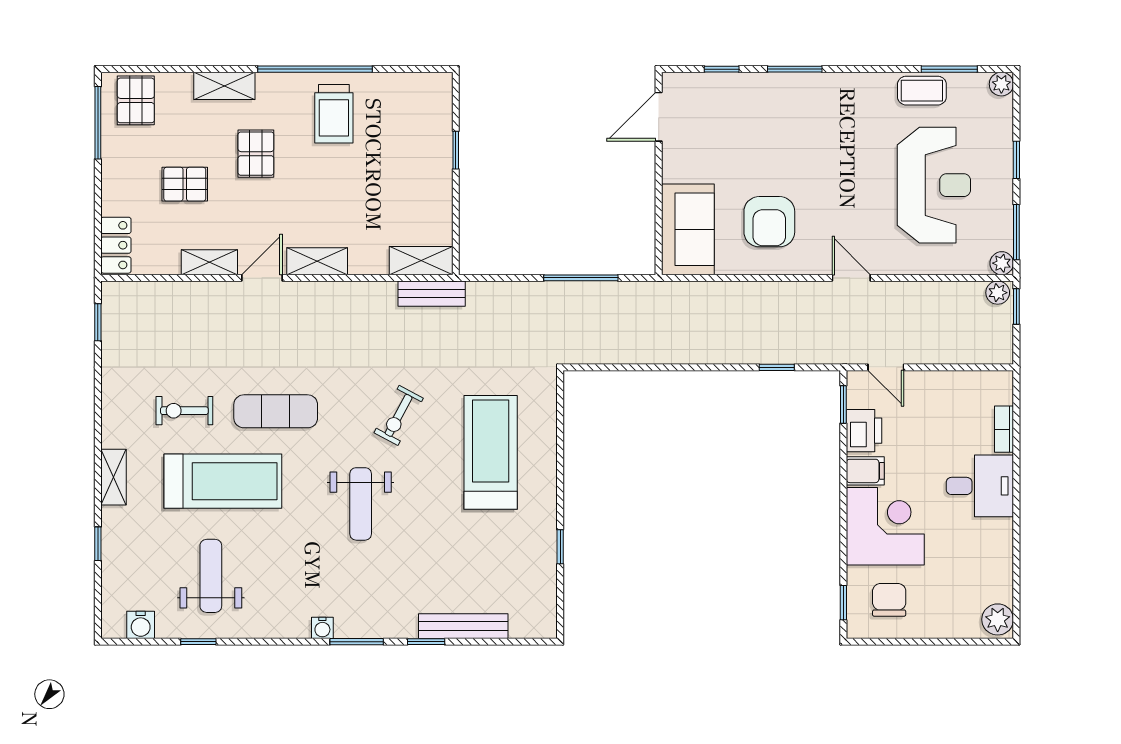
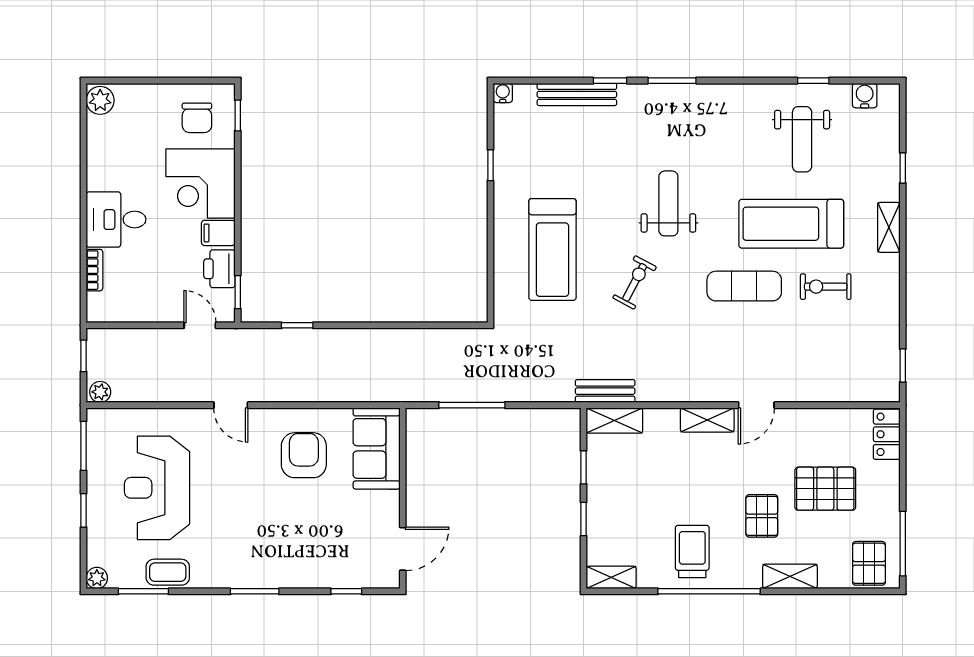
window: (795, 69) -> (255, 591), moved
pallet: (185, 184) -> (825, 489), width x1.50, depth x1.42
window: (456, 208) -> (584, 467), added
shelving: (209, 262) -> (611, 577), moved
plant: (1002, 263) -> (97, 418), removed
window: (1016, 307) -> (83, 356), moved
exercise bike: (184, 411) -> (826, 287), turned 180
water cooler: (322, 628) -> (503, 93), moved

